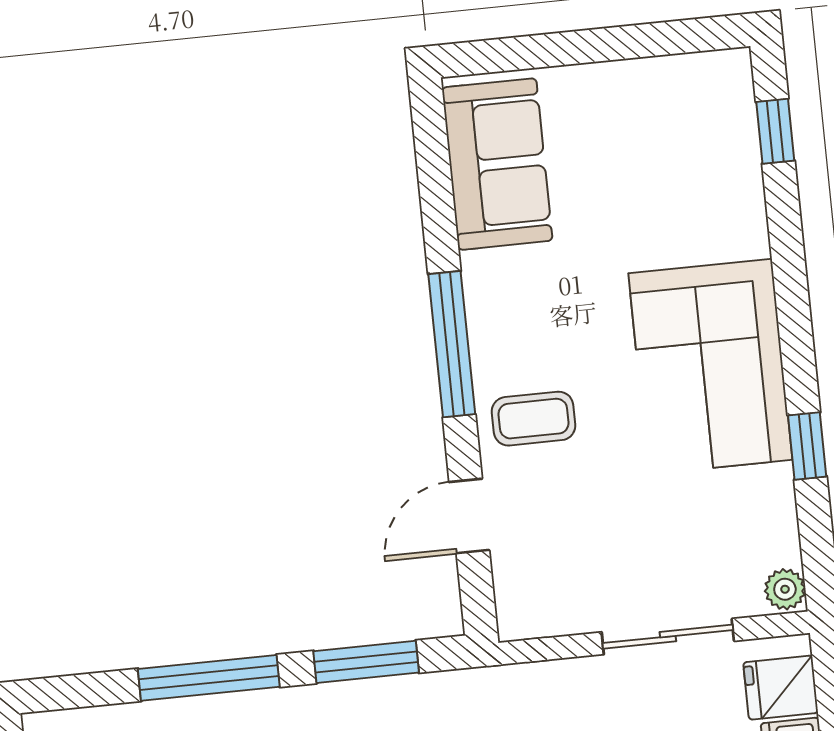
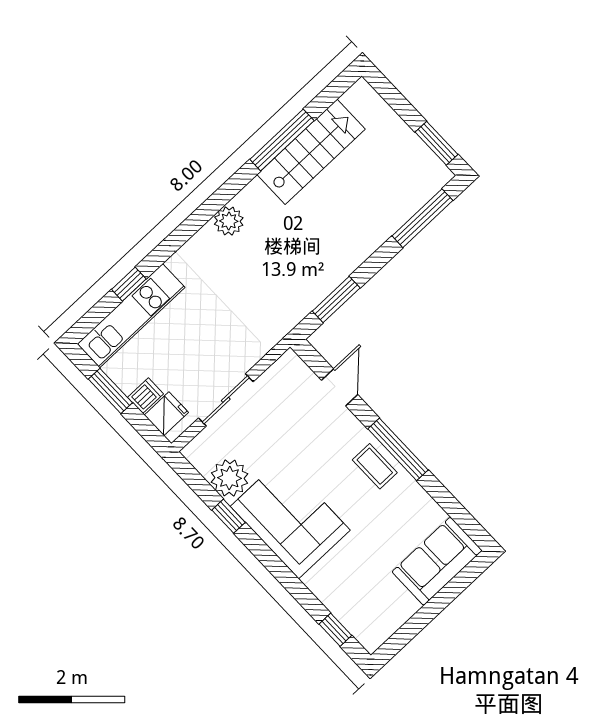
sofa: (497, 164) -> (437, 561), moved, turned 90
coffee table: (534, 419) -> (375, 466), moved, turned 90
plant: (785, 589) -> (229, 478), moved, width x1.88, depth x1.88
window: (209, 678) -> (422, 218), moved

